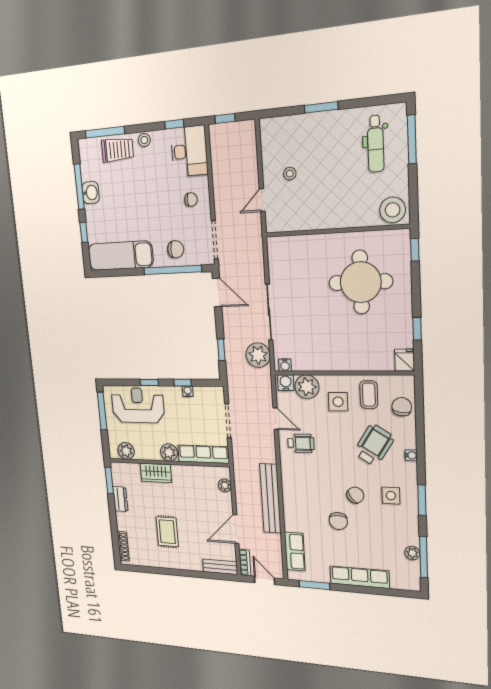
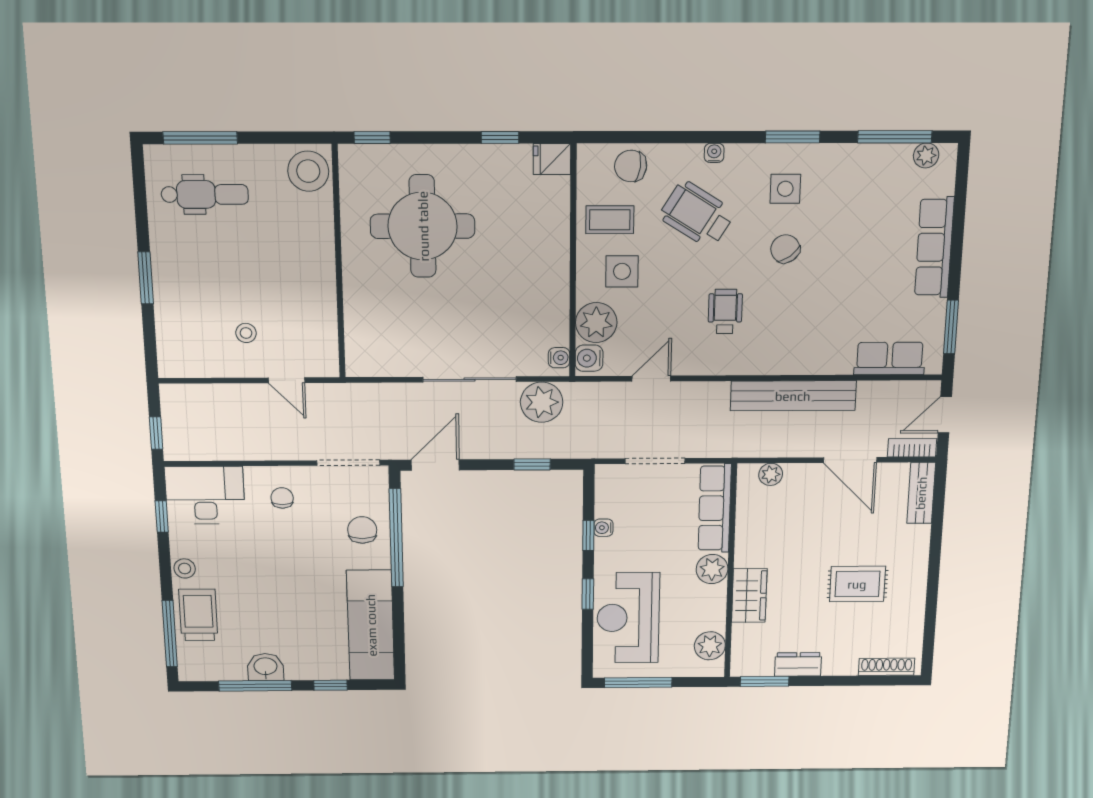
wheelchair: (301, 443) -> (725, 311), moved
chair: (338, 521) -> (832, 280), removed
plant: (412, 553) -> (926, 155), moved

